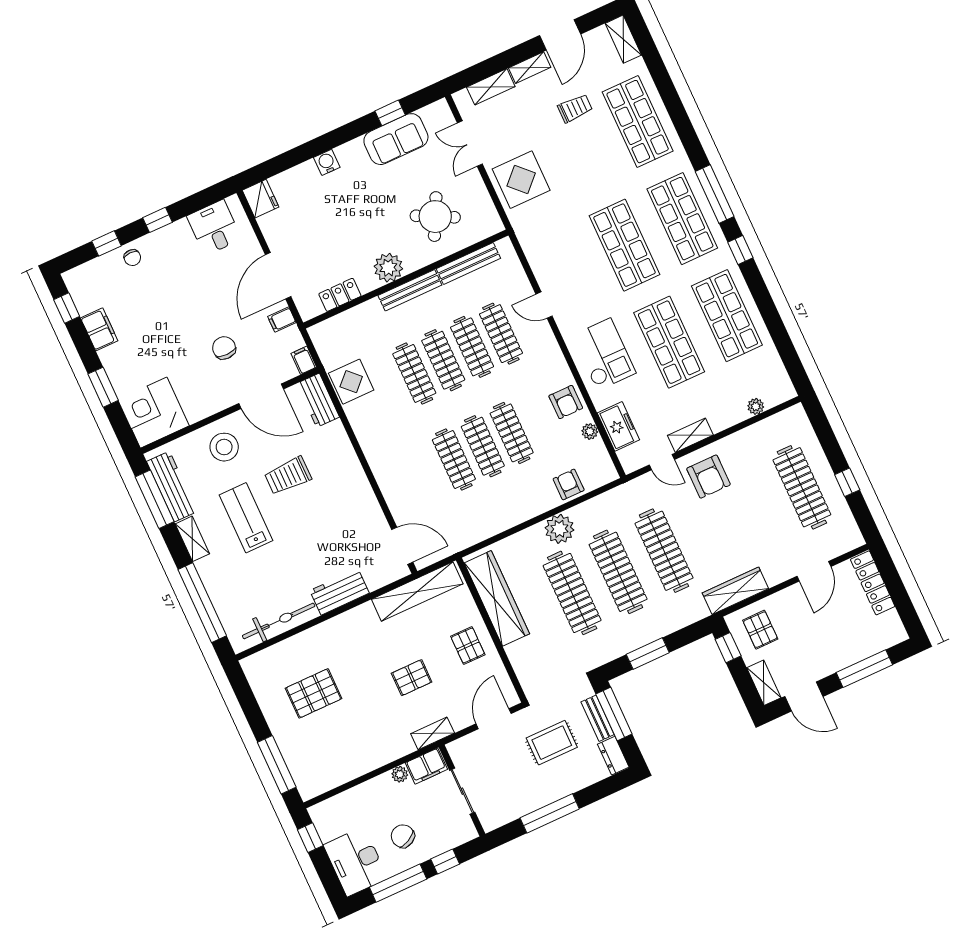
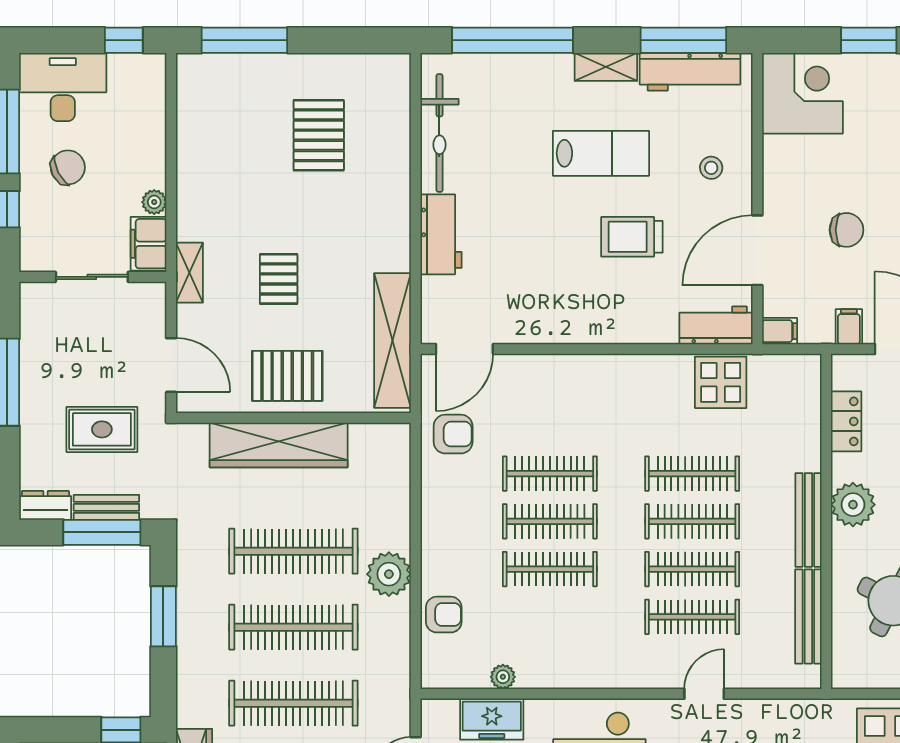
armchair: (566, 402) -> (453, 434), moved, turned 180
stool: (224, 447) -> (711, 168), width x0.53, depth x0.53
trolley: (288, 476) -> (632, 237), turned -90
wardrobe: (497, 598) -> (279, 445), moved
pallet: (468, 645) -> (287, 376), width x1.50, depth x1.42
rug: (552, 743) -> (102, 429), turned 90

